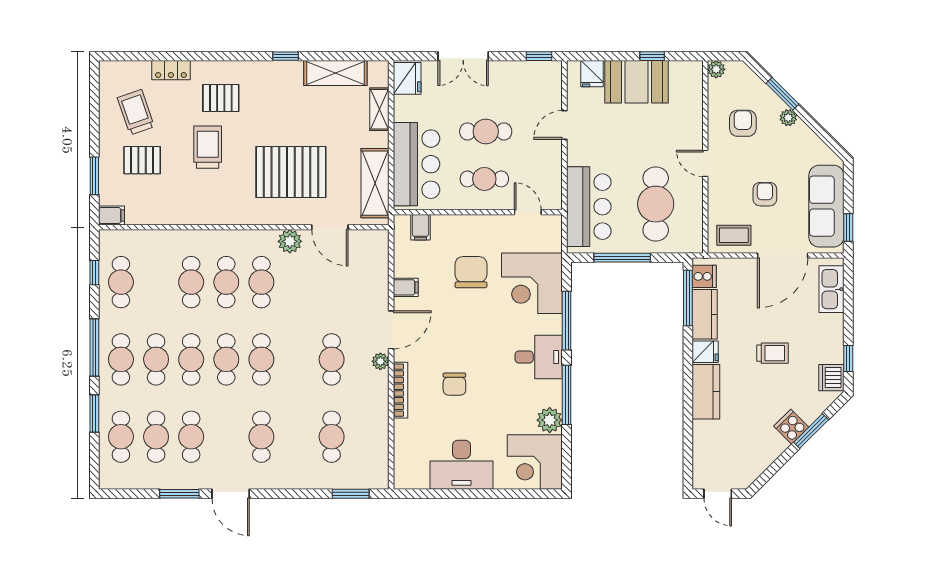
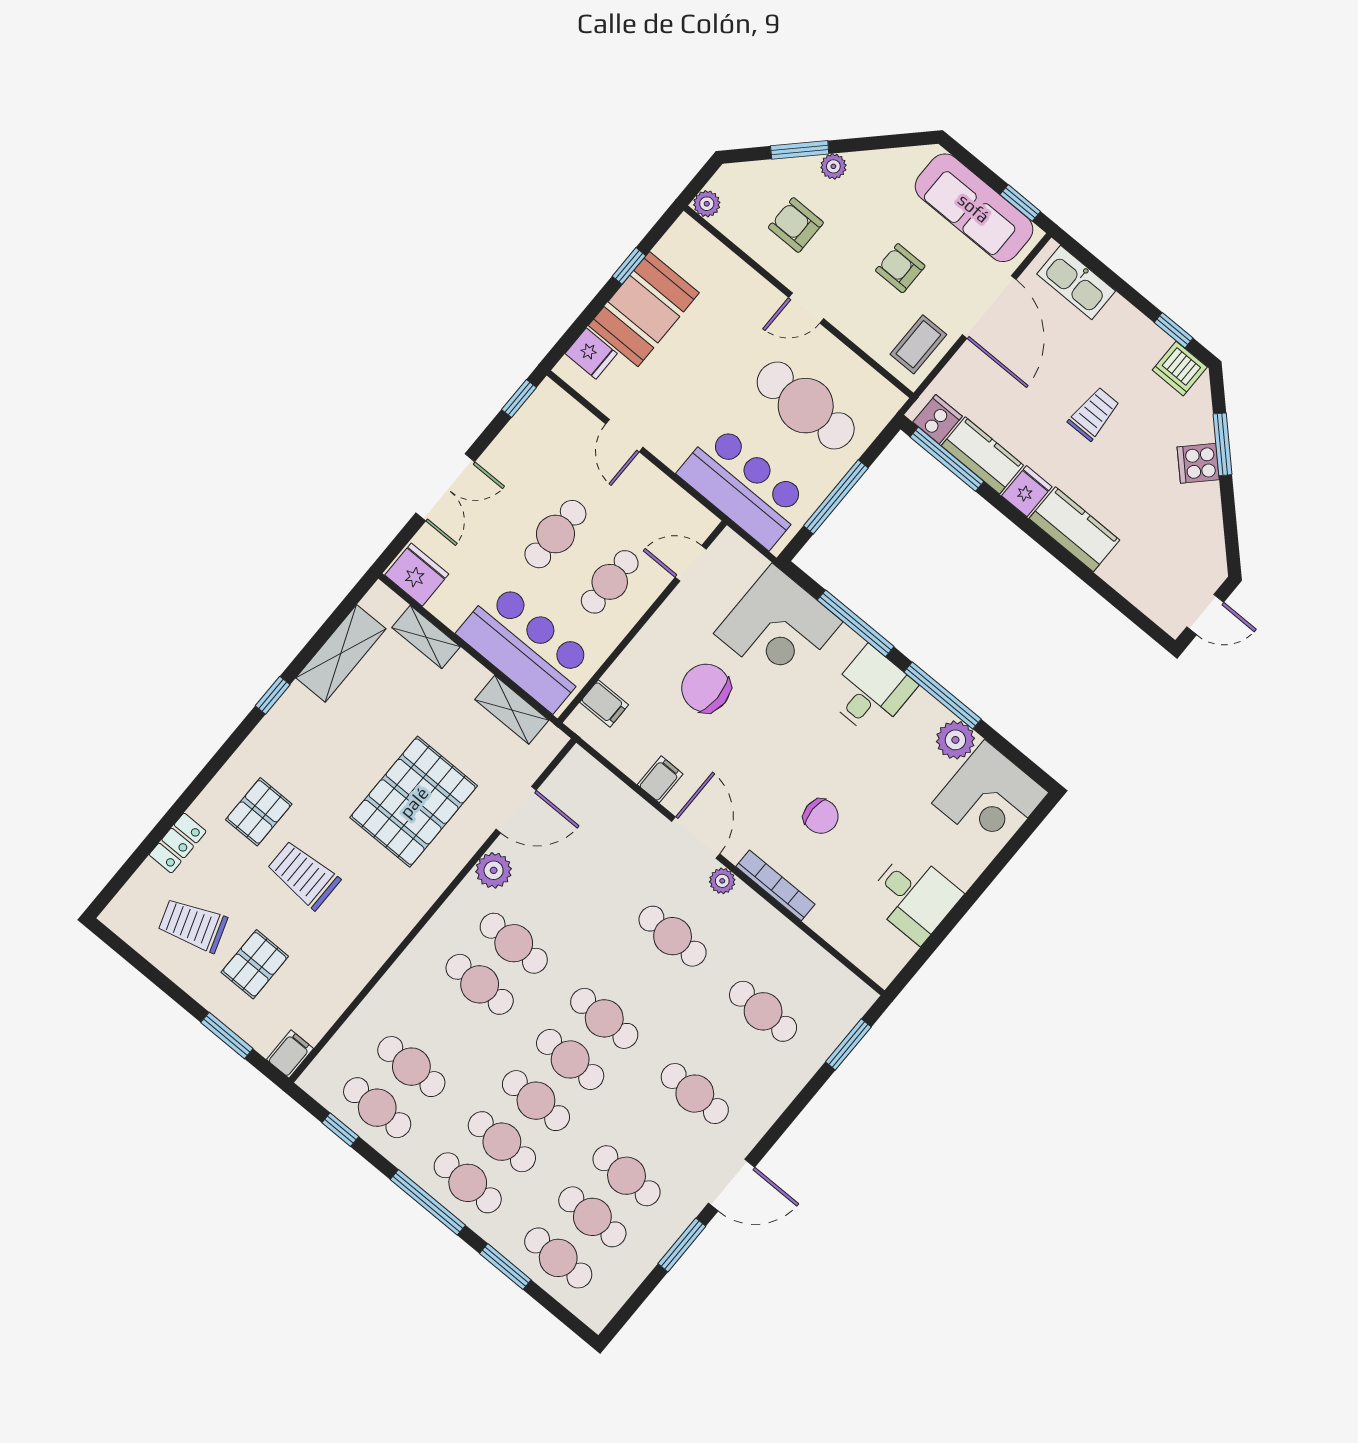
shelving: (375, 183) -> (512, 710), width x0.67, depth x0.75
cafe table: (191, 282) -> (411, 1067), moved
desk: (461, 465) -> (914, 896), width x0.73

